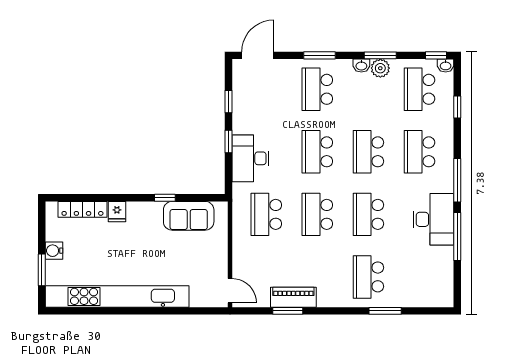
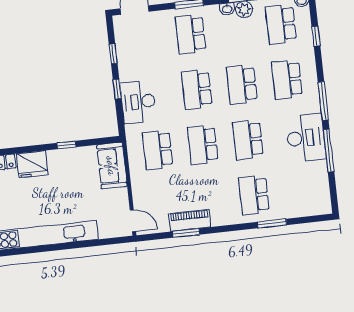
fridge: (117, 212) -> (32, 164), width x1.88, depth x1.34
sofa: (189, 216) -> (112, 166), moved, turned 90

